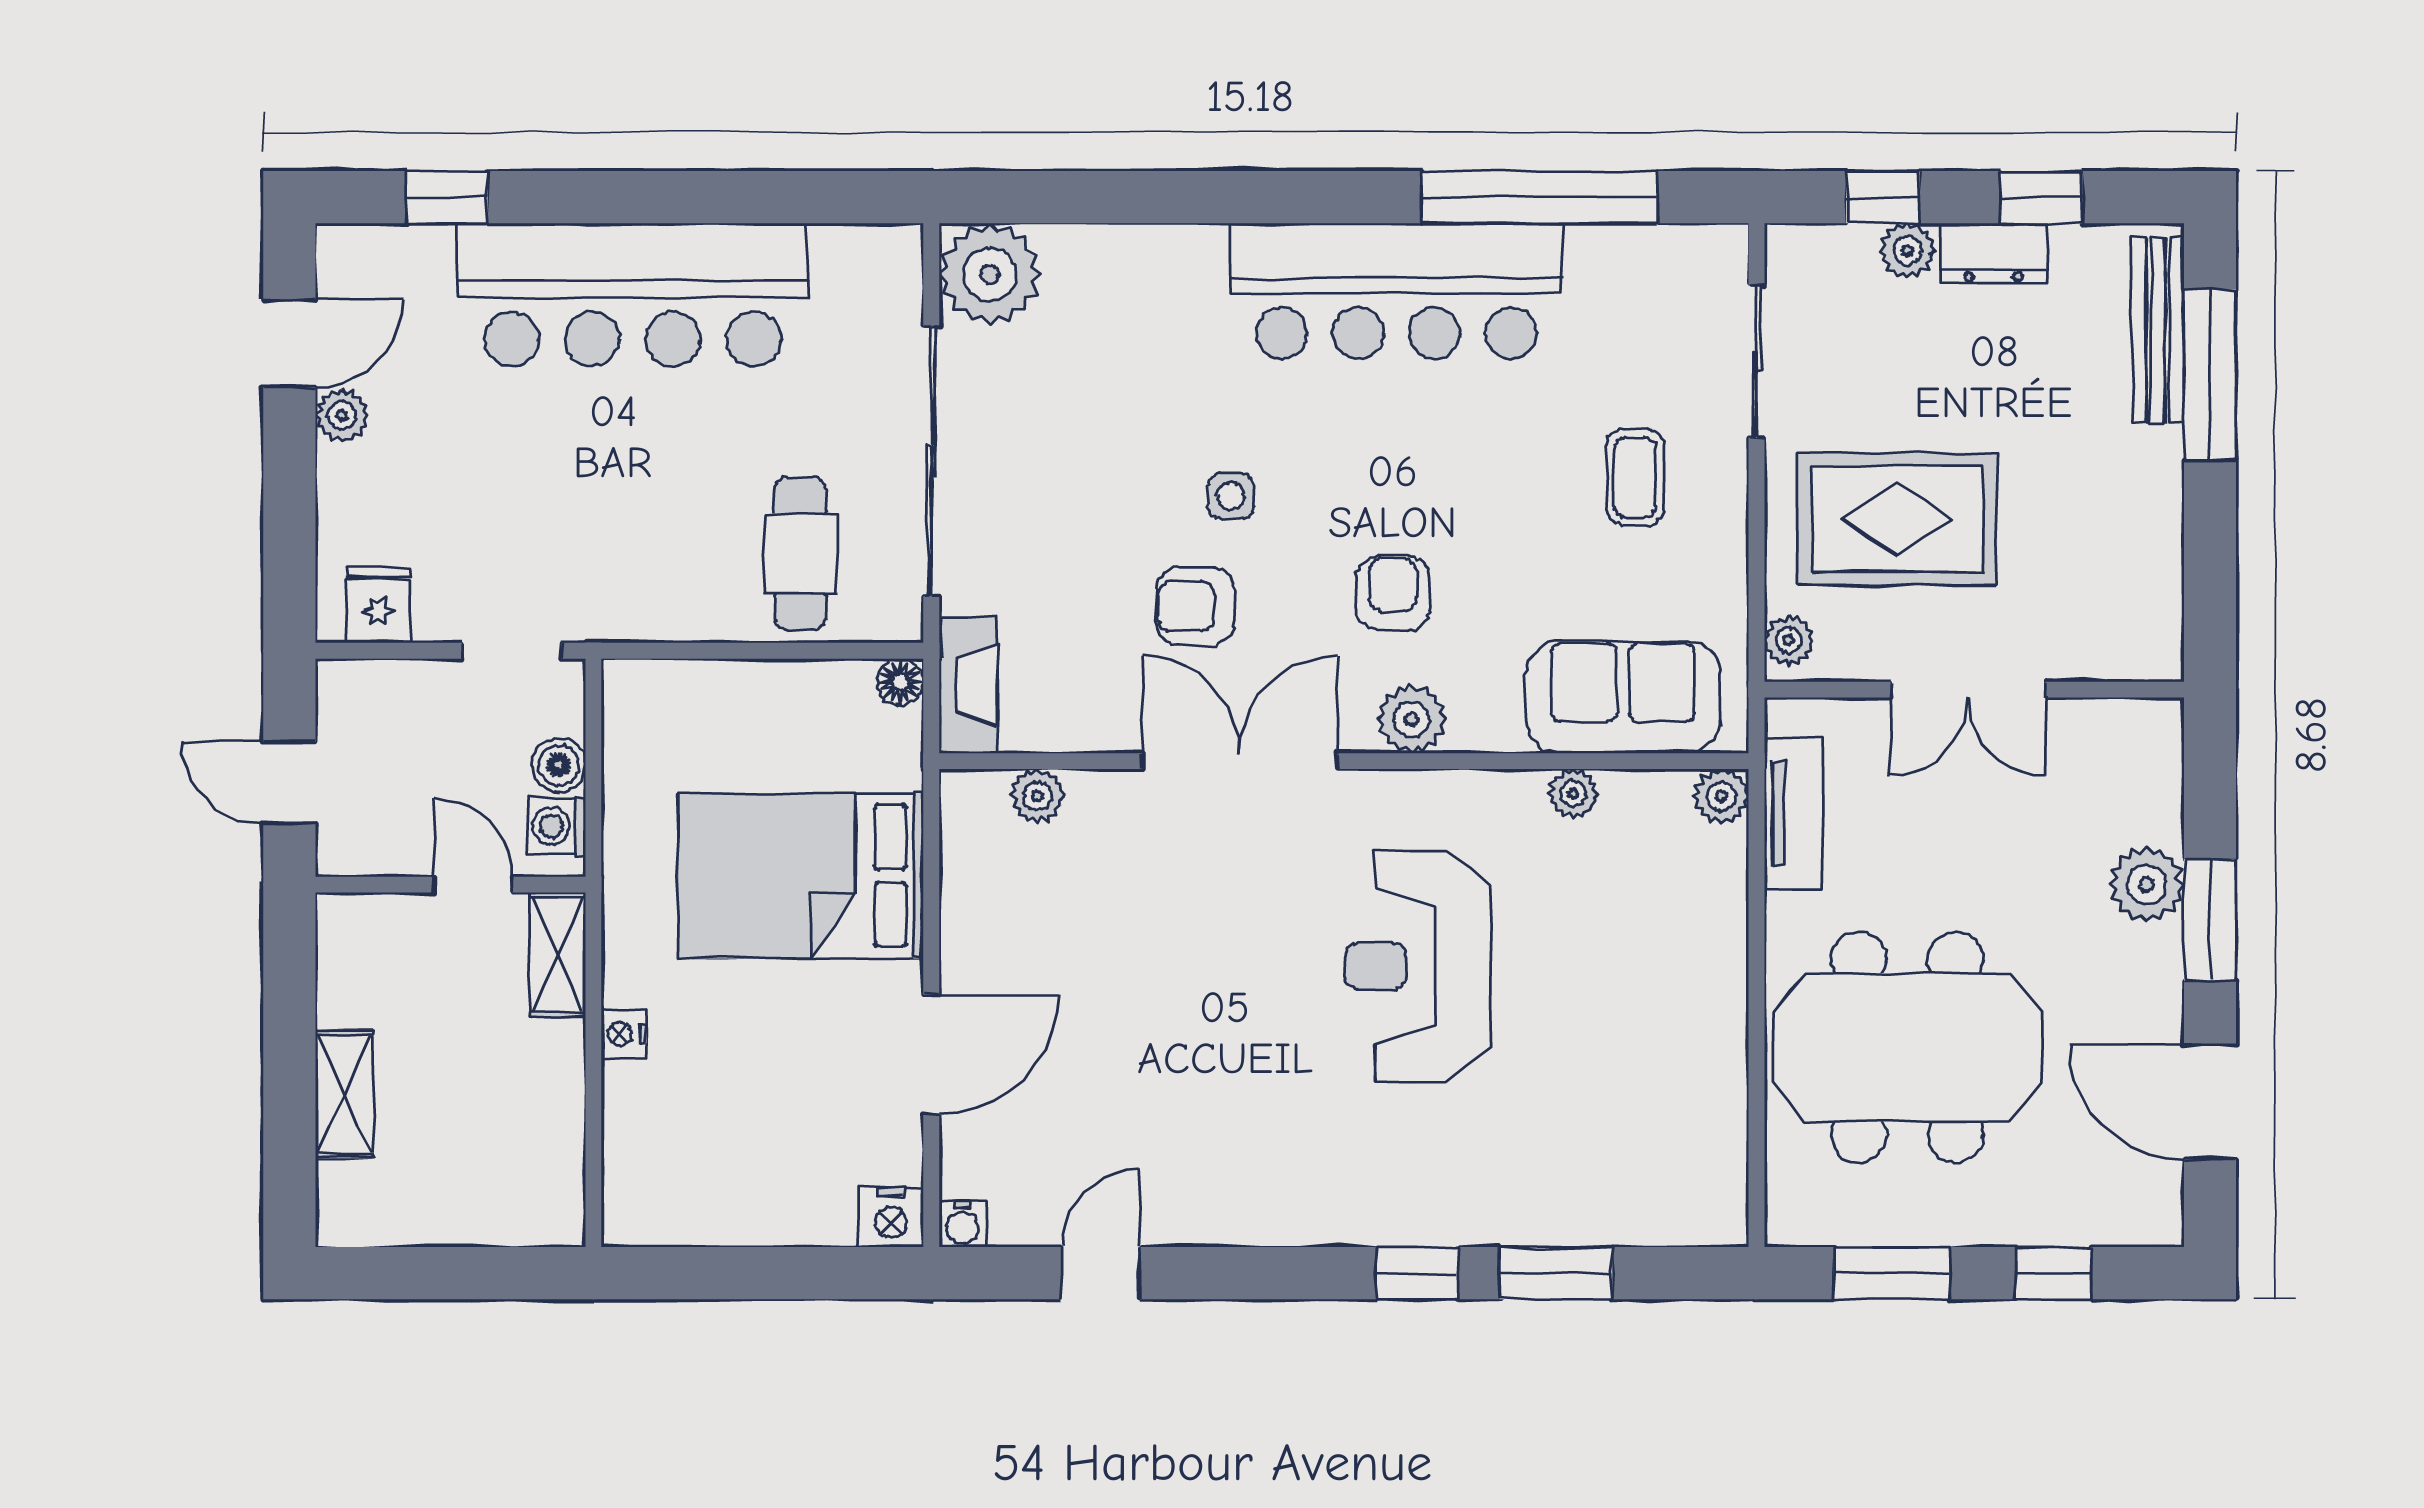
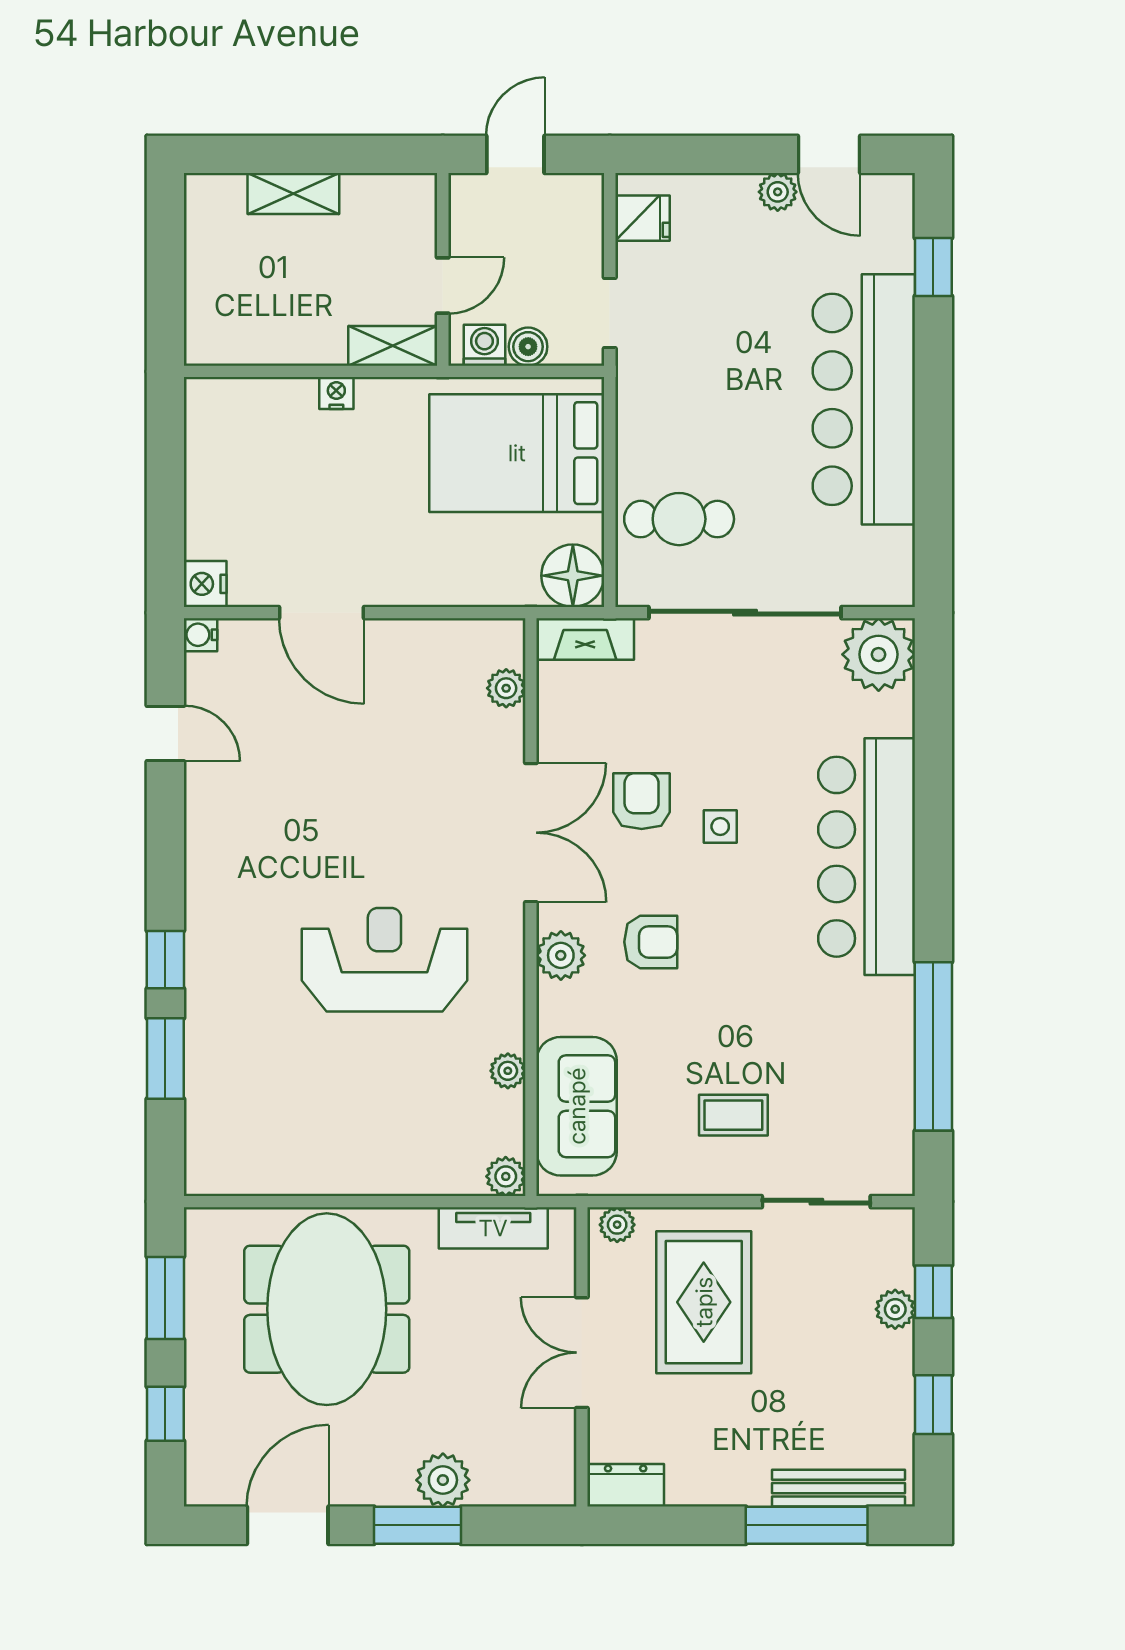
dresser: (1994, 253) -> (626, 1485), moved, turned 90
bar counter: (1396, 291) -> (867, 857), moved
floor lamp: (900, 682) -> (573, 576), width x1.89, depth x1.89
bed: (801, 876) -> (517, 453), moved, turned -90

